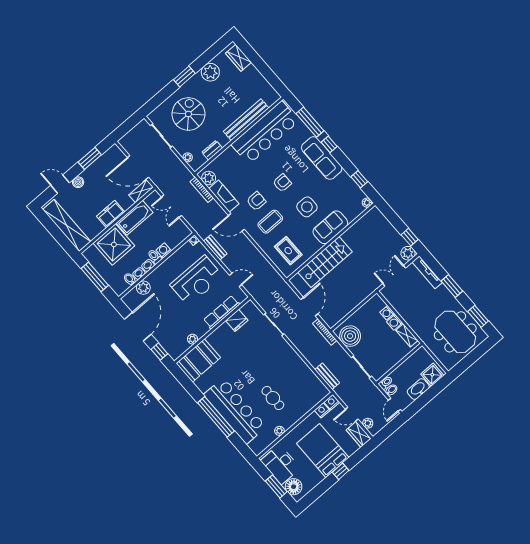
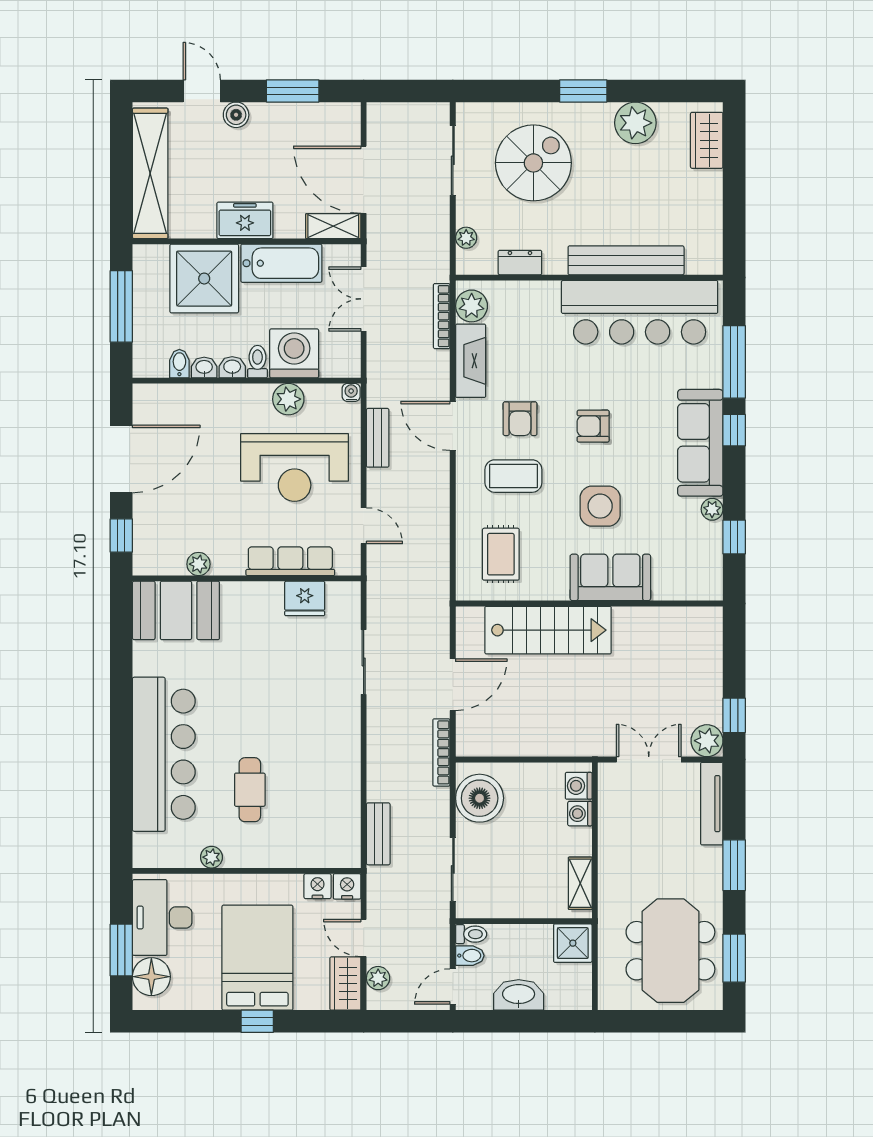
armchair: (282, 183) -> (593, 426), turned 180
armchair: (256, 201) -> (520, 419), turned 90
plant: (367, 203) -> (712, 509), moved
washing machine: (164, 250) -> (294, 353), width x1.89, depth x1.89
plant: (143, 288) -> (288, 399), moved
washing machine: (395, 322) -> (579, 786), moved
shower: (432, 375) -> (573, 943), moved
window: (216, 417) -> (121, 736), removed

